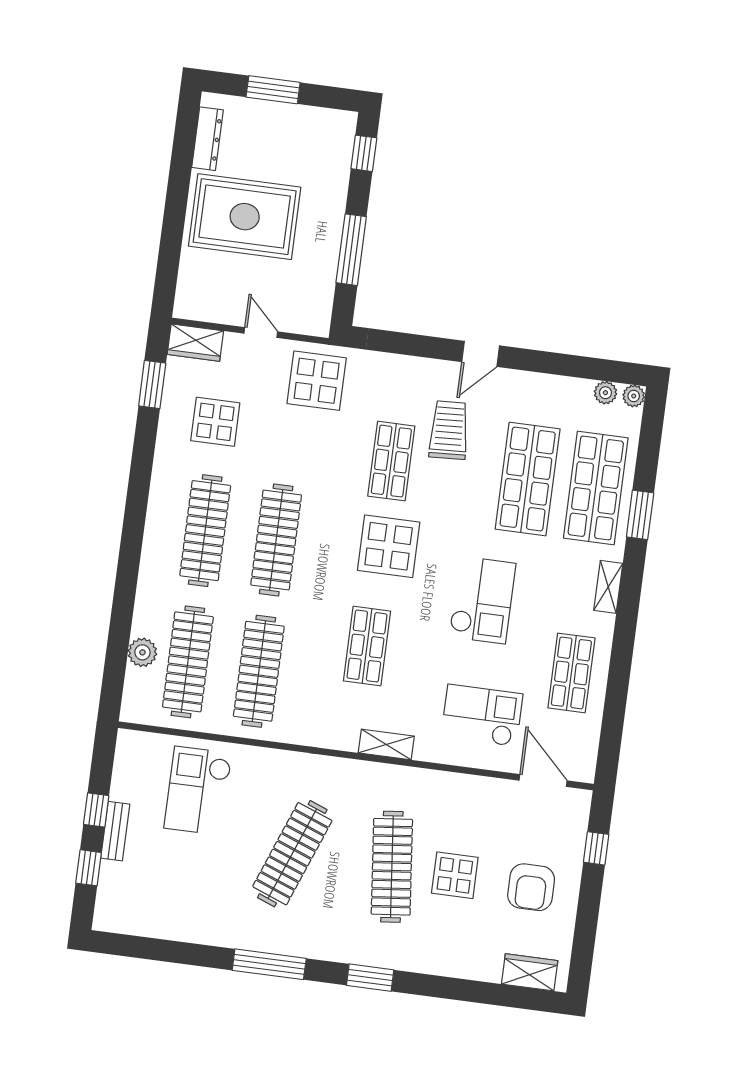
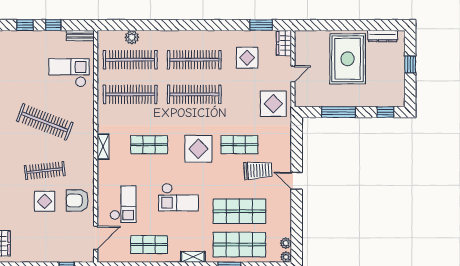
window: (273, 90) -> (410, 64), width x0.67
shelving: (386, 745) -> (103, 147), moved
bench: (115, 831) -> (80, 36), moved
clothes rail: (392, 867) -> (45, 171), width x0.73, depth x0.76
armchair: (531, 887) -> (77, 200), moved

